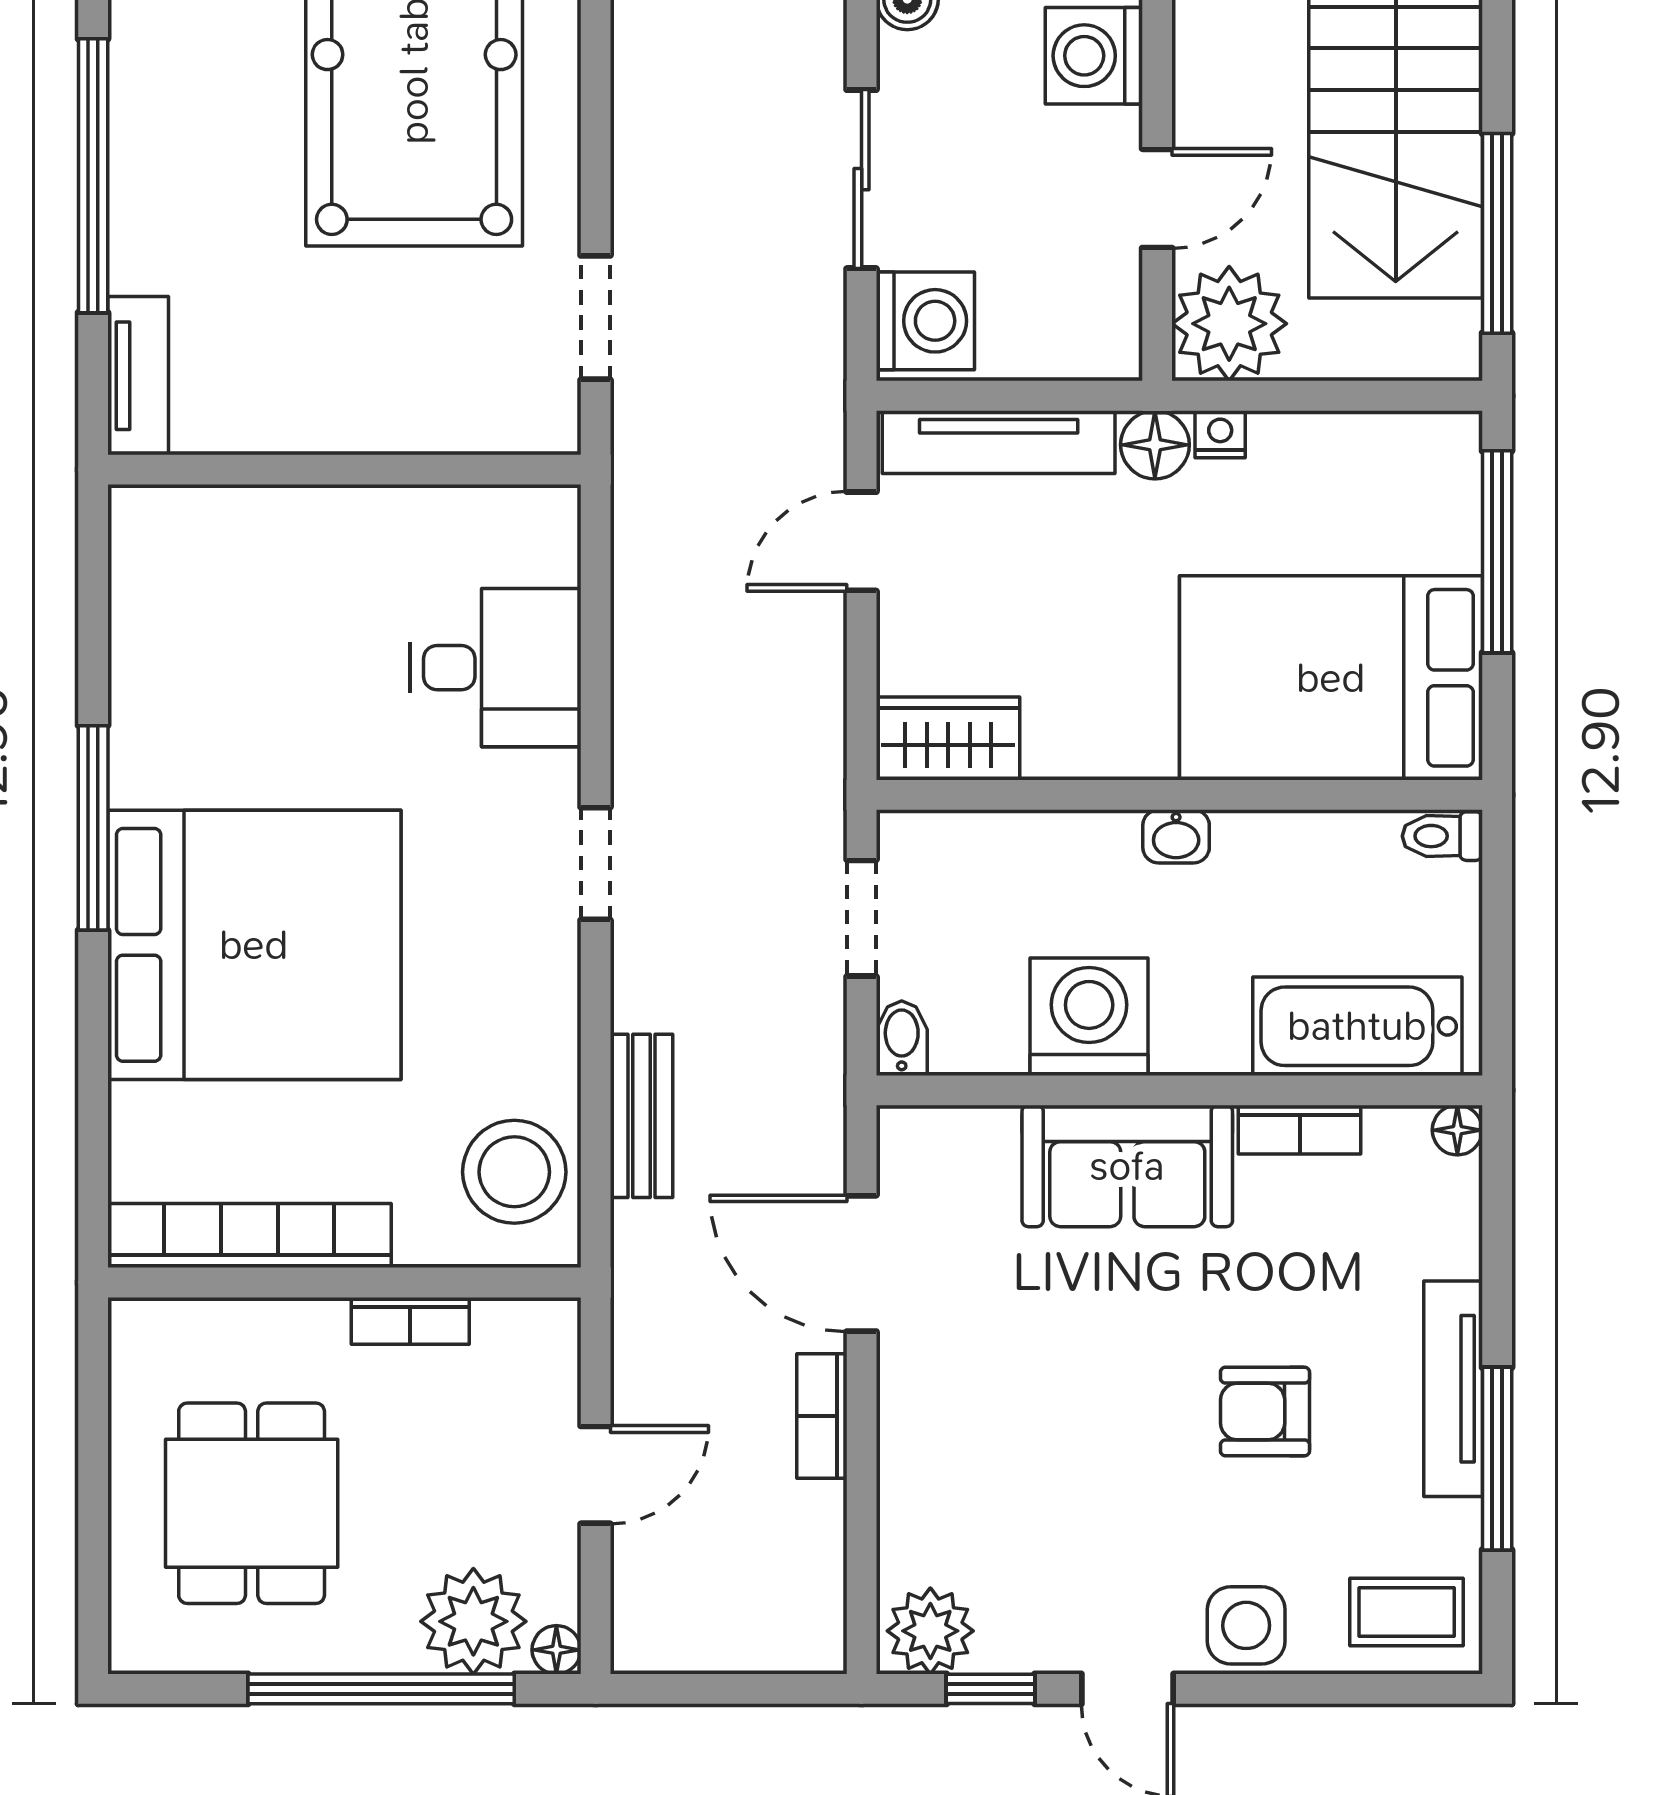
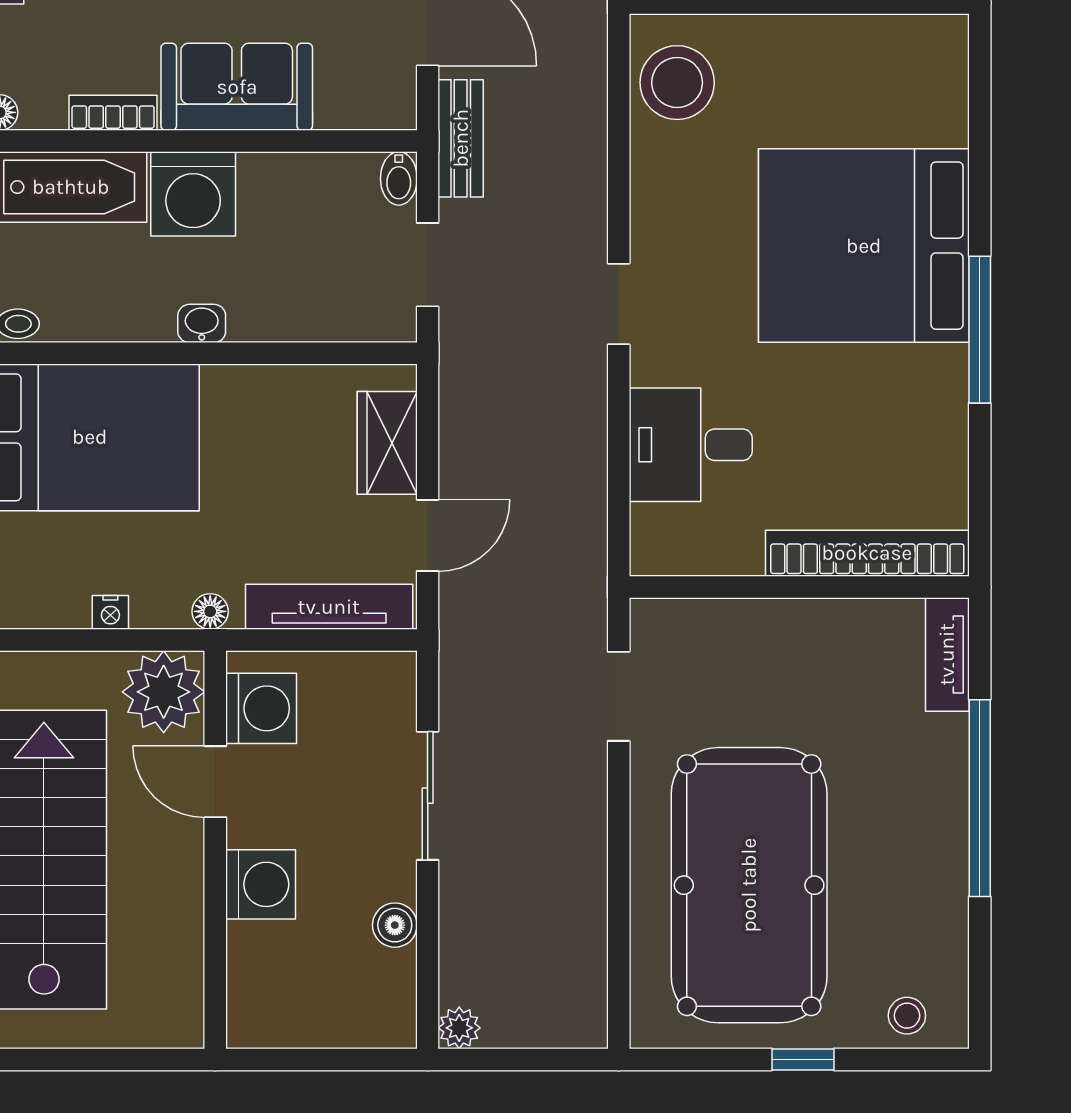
door: (1157, 198) -> (215, 782), hinge flipped
washing machine: (925, 321) -> (261, 708), moved, turned 180
nightstand: (1220, 434) -> (110, 612), moved
floor lamp: (1155, 445) -> (210, 611), width x0.73, depth x0.73
wardrobe: (948, 738) -> (387, 443), moved, turned 90
washing machine: (1089, 1017) -> (193, 194), moved
bench: (642, 1116) -> (461, 138), moved
bookcase: (249, 1236) -> (867, 553), moved, turned 180

